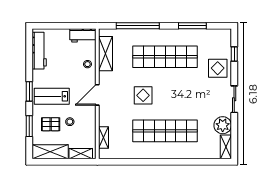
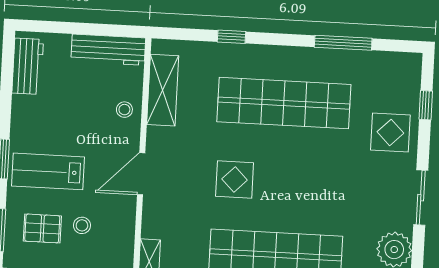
window: (138, 26) -> (232, 37), width x0.32
workbench: (83, 35) -> (108, 50), width x1.38
workbench: (39, 51) -> (28, 66), width x0.73

